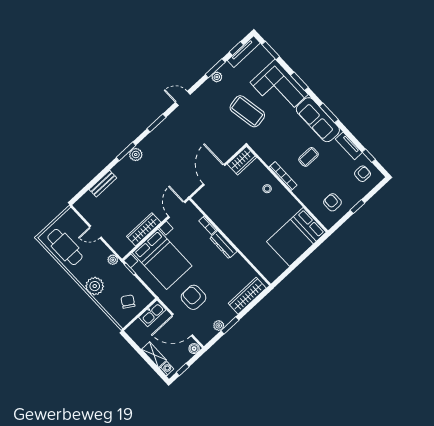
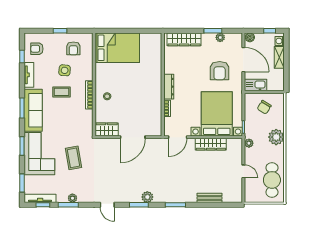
coffee table: (247, 111) -> (73, 158), width x0.73, depth x0.76
plant: (136, 155) -> (147, 197), moved
side table: (323, 177) -> (65, 70), added

